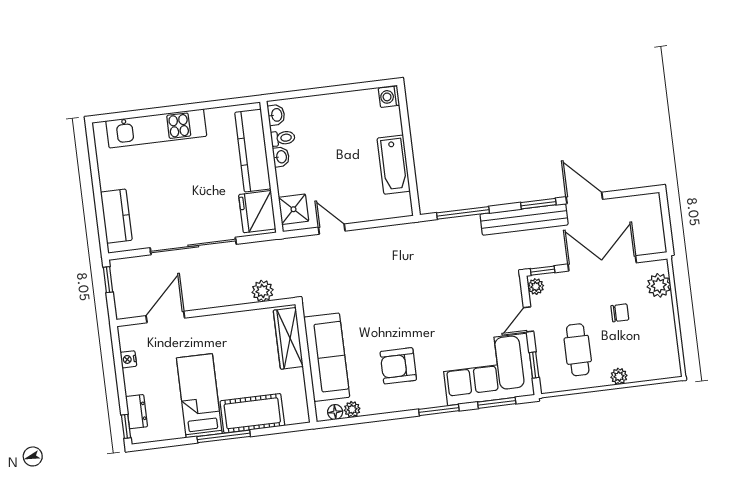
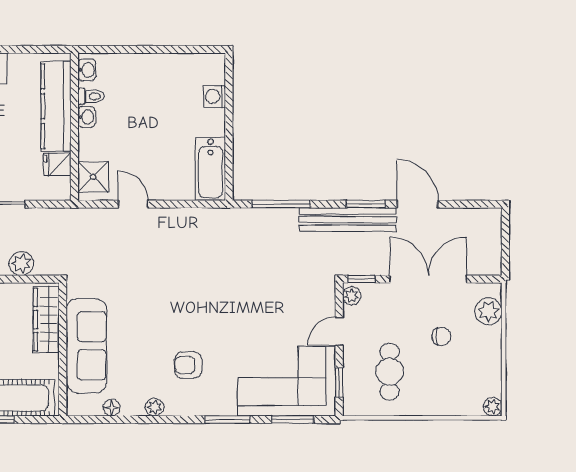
washing machine: (389, 97) -> (215, 97), moved
bathtub: (394, 165) -> (211, 169), moved
fridge: (257, 212) -> (57, 165), width x0.53, depth x0.75
plant: (263, 291) -> (21, 263), moved
wardrobe: (288, 338) -> (46, 320), moved
sofa: (327, 357) -> (86, 346), moved
wall: (306, 363) -> (63, 349), moved
armchair: (398, 366) -> (188, 365), width x0.72, depth x0.72
plant: (619, 376) -> (493, 407), moved
plant: (352, 409) -> (155, 407), moved

